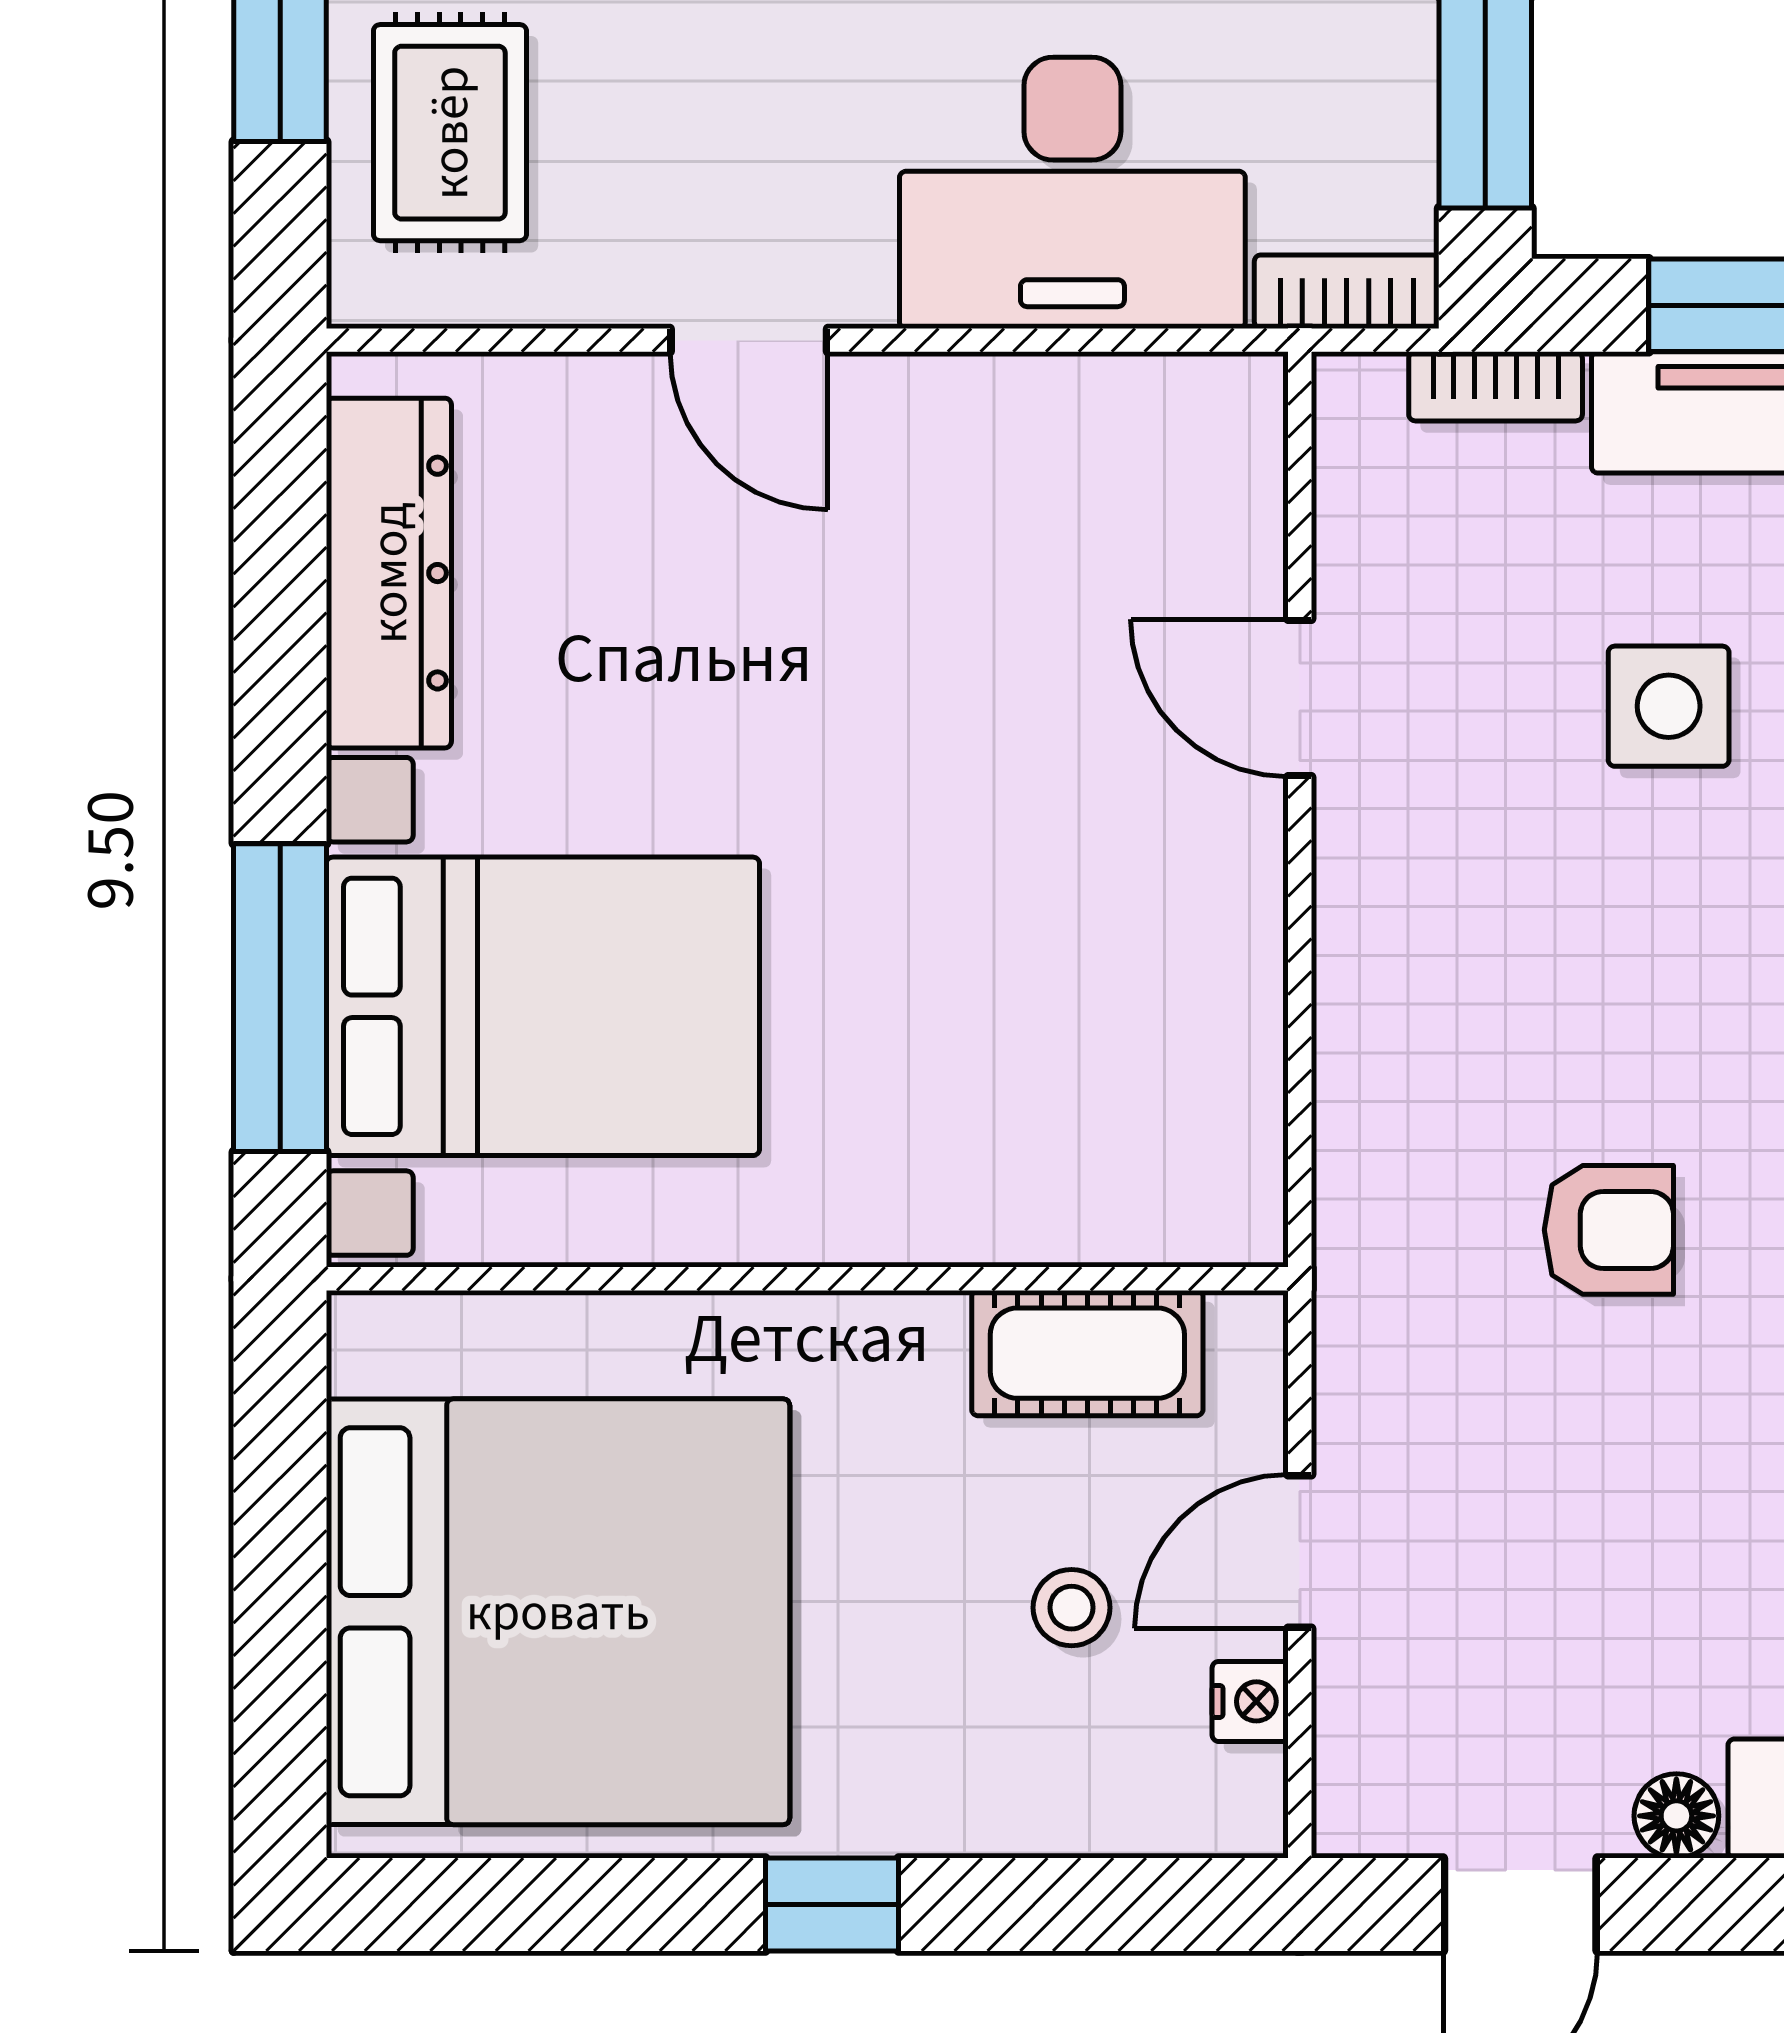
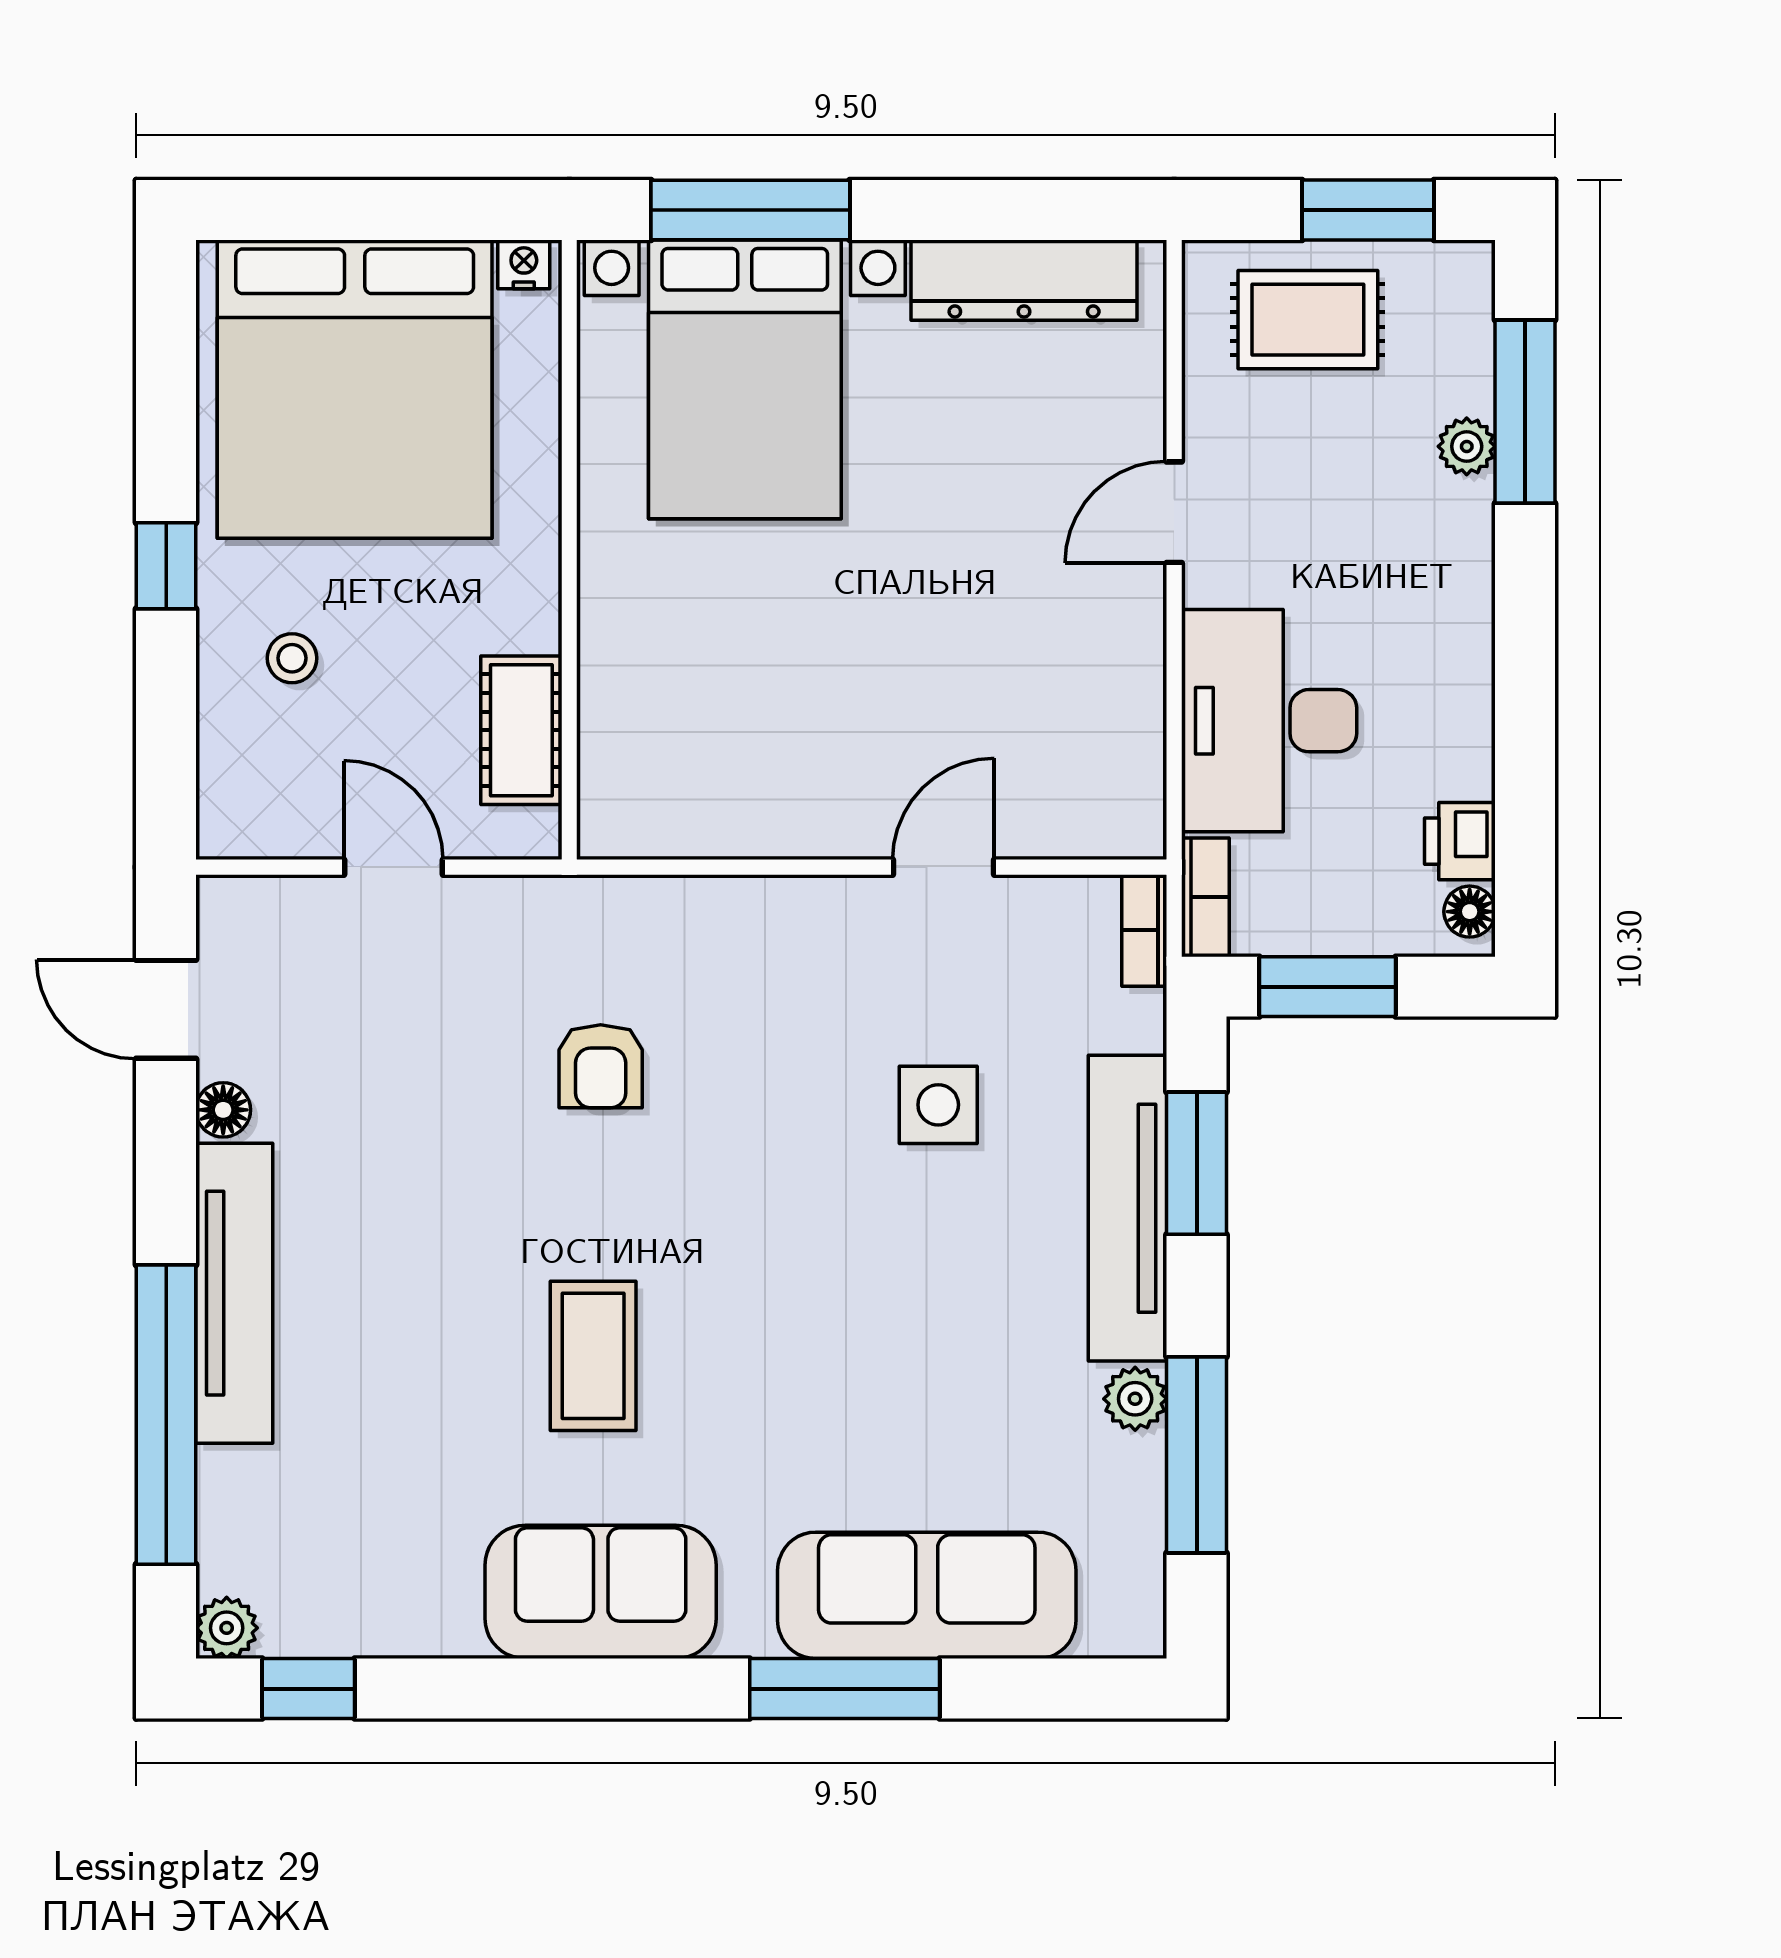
bookcase: (1496, 386) -> (1144, 930), moved
stool: (1072, 1608) -> (292, 658), moved
nightstand: (1250, 1701) -> (524, 264), moved, turned 180

